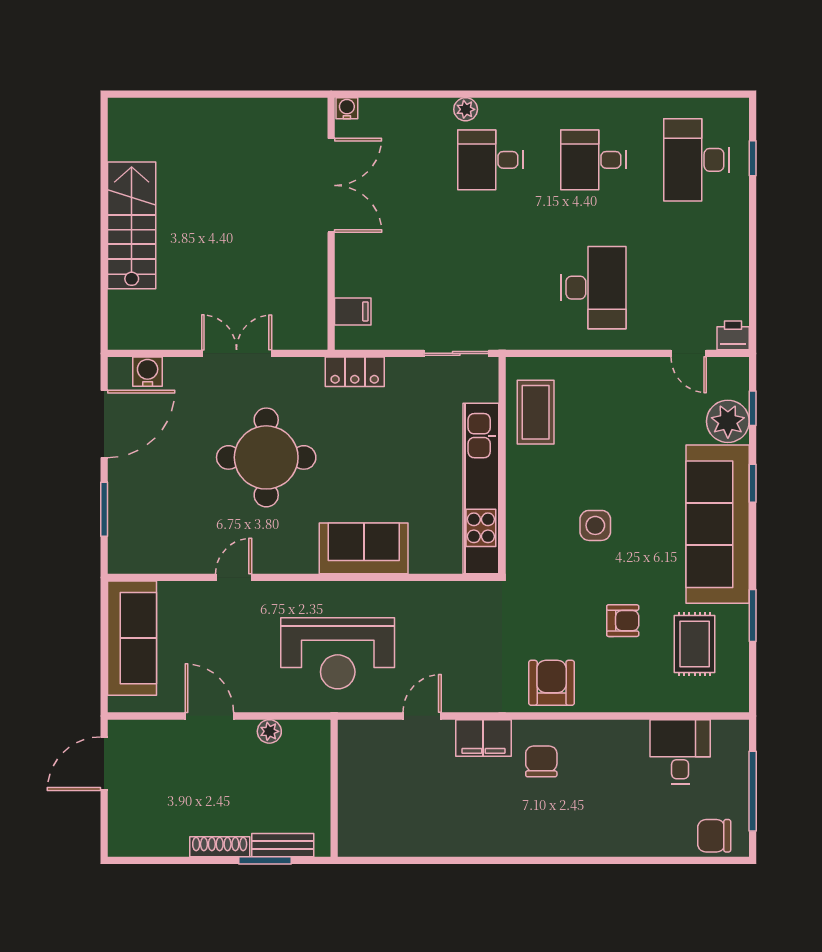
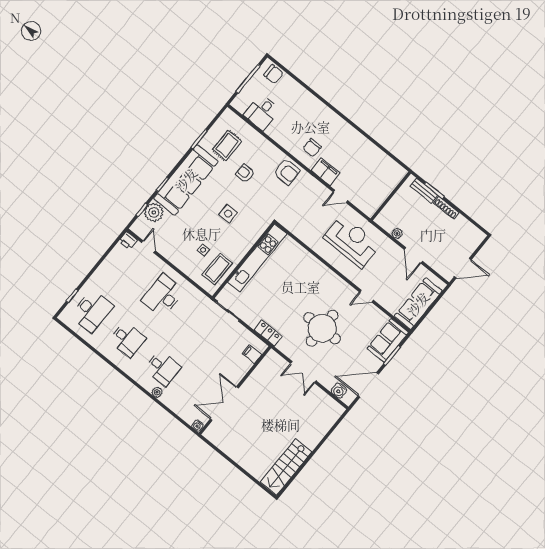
stairs: (132, 225) -> (286, 467), moved
side table: (588, 426) -> (203, 250), added
sofa: (364, 548) -> (388, 340), moved, turned 90
armchair: (552, 683) -> (287, 172), turned -90

